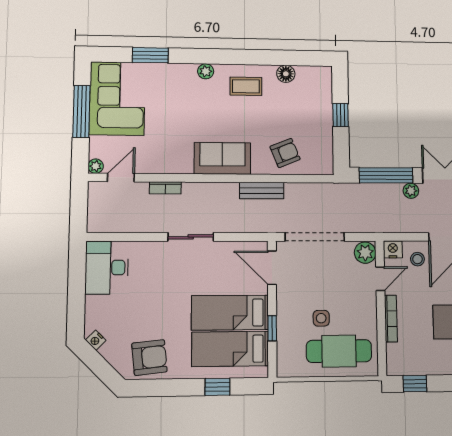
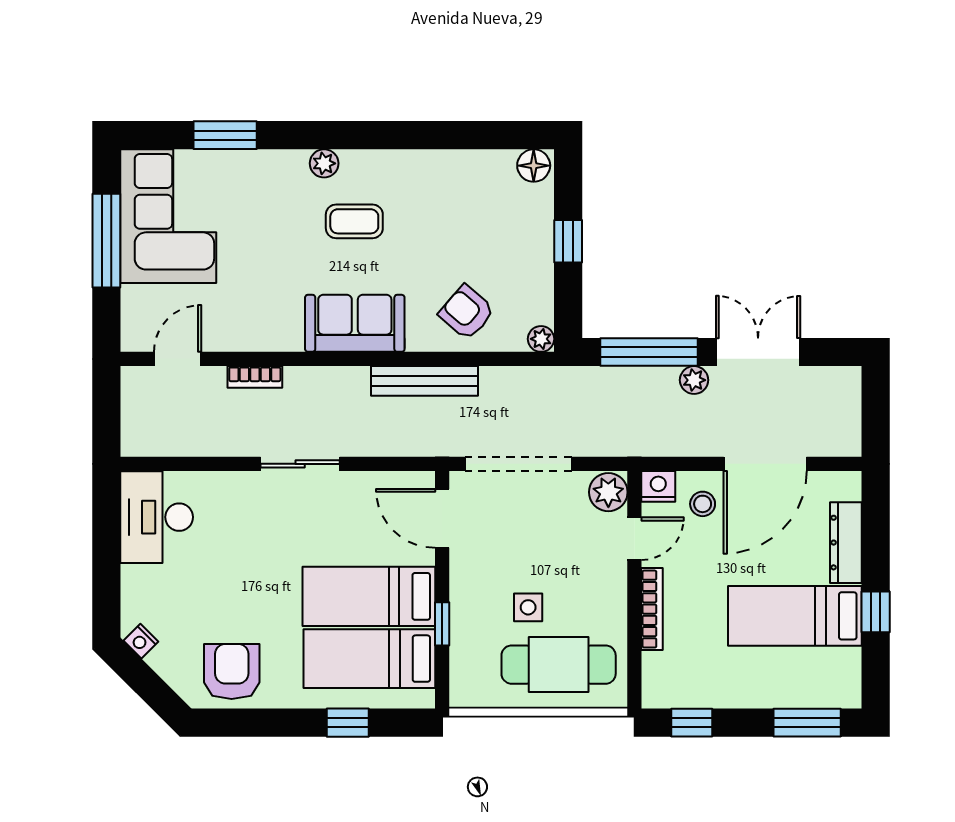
floor lamp: (286, 74) -> (534, 166), moved
coffee table: (246, 86) -> (354, 221), moved
armchair: (285, 153) -> (467, 312), turned -117
plant: (96, 166) -> (541, 339), moved
bench: (262, 191) -> (424, 381), width x1.36
armchair: (149, 357) -> (232, 671), turned -84

